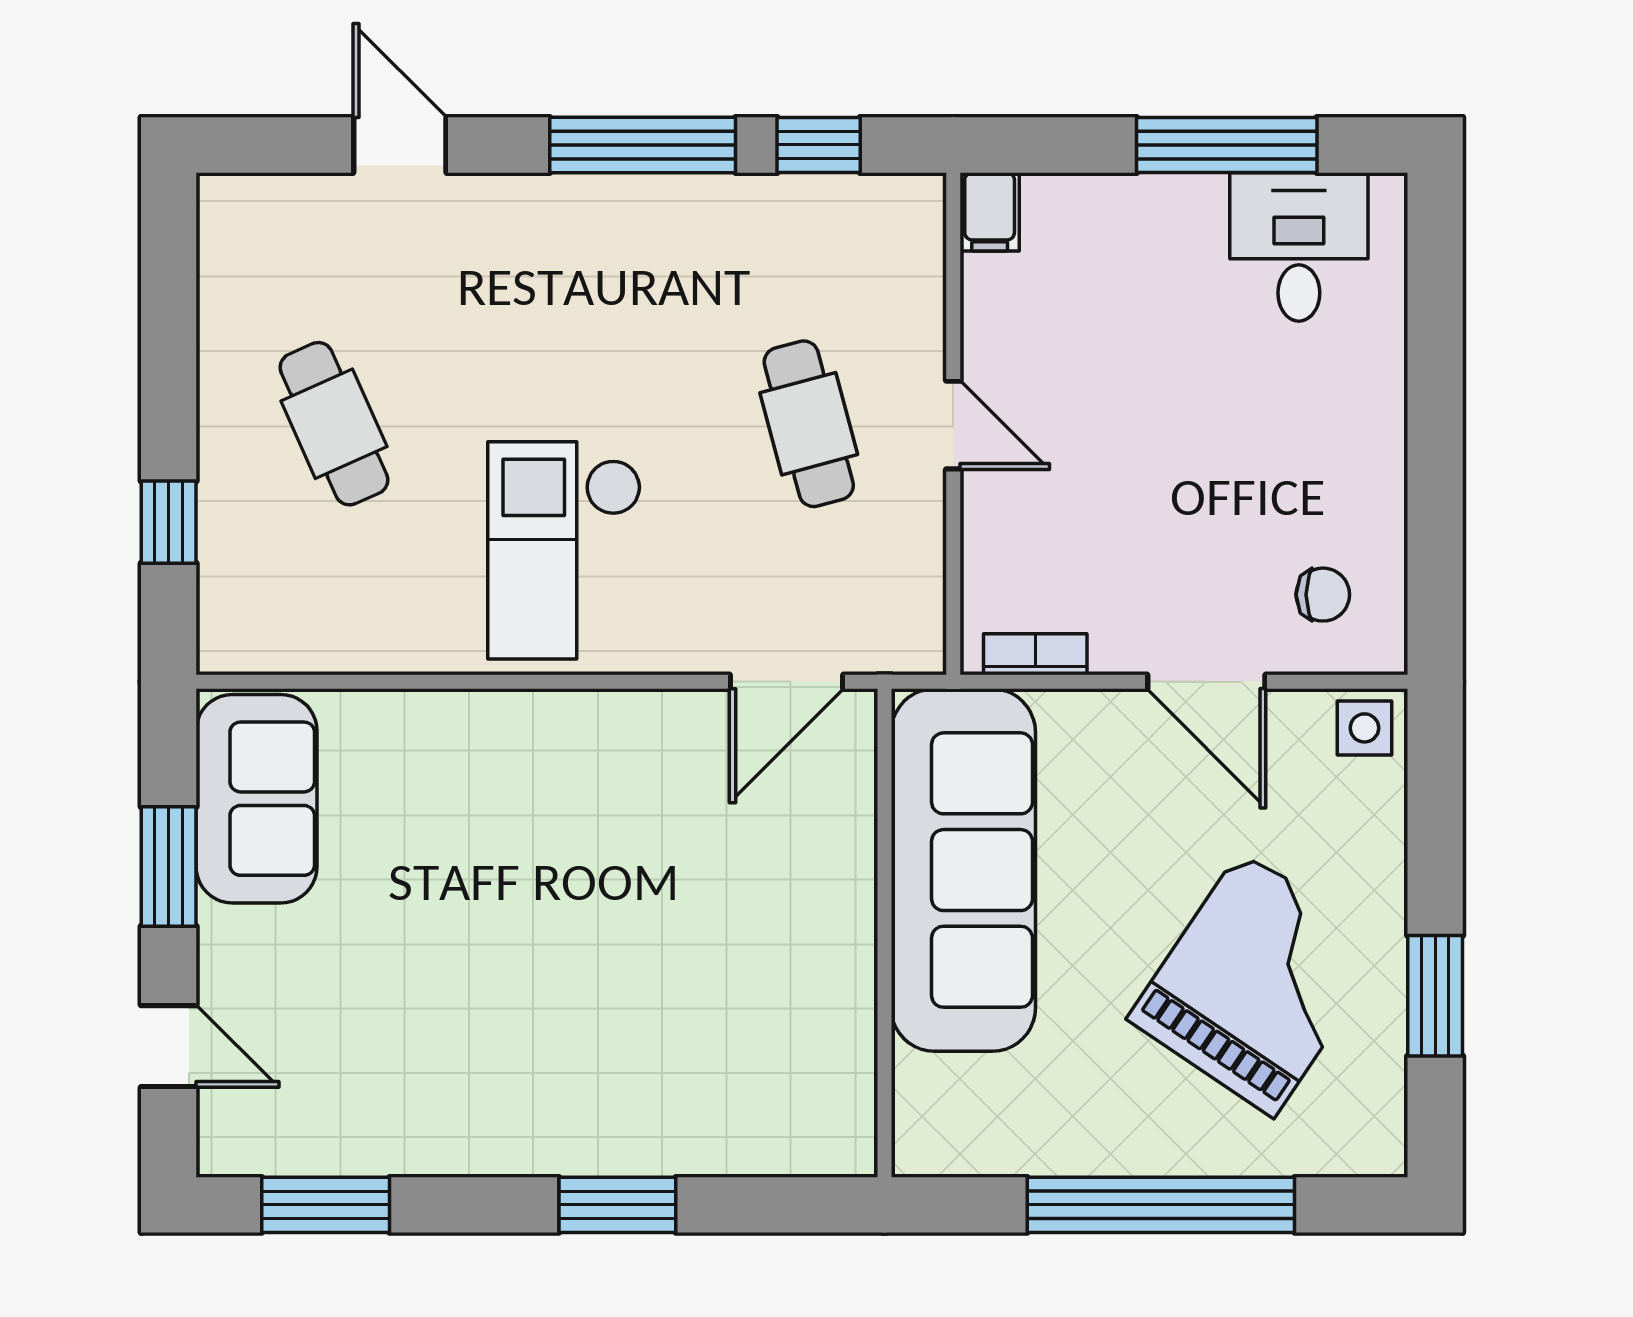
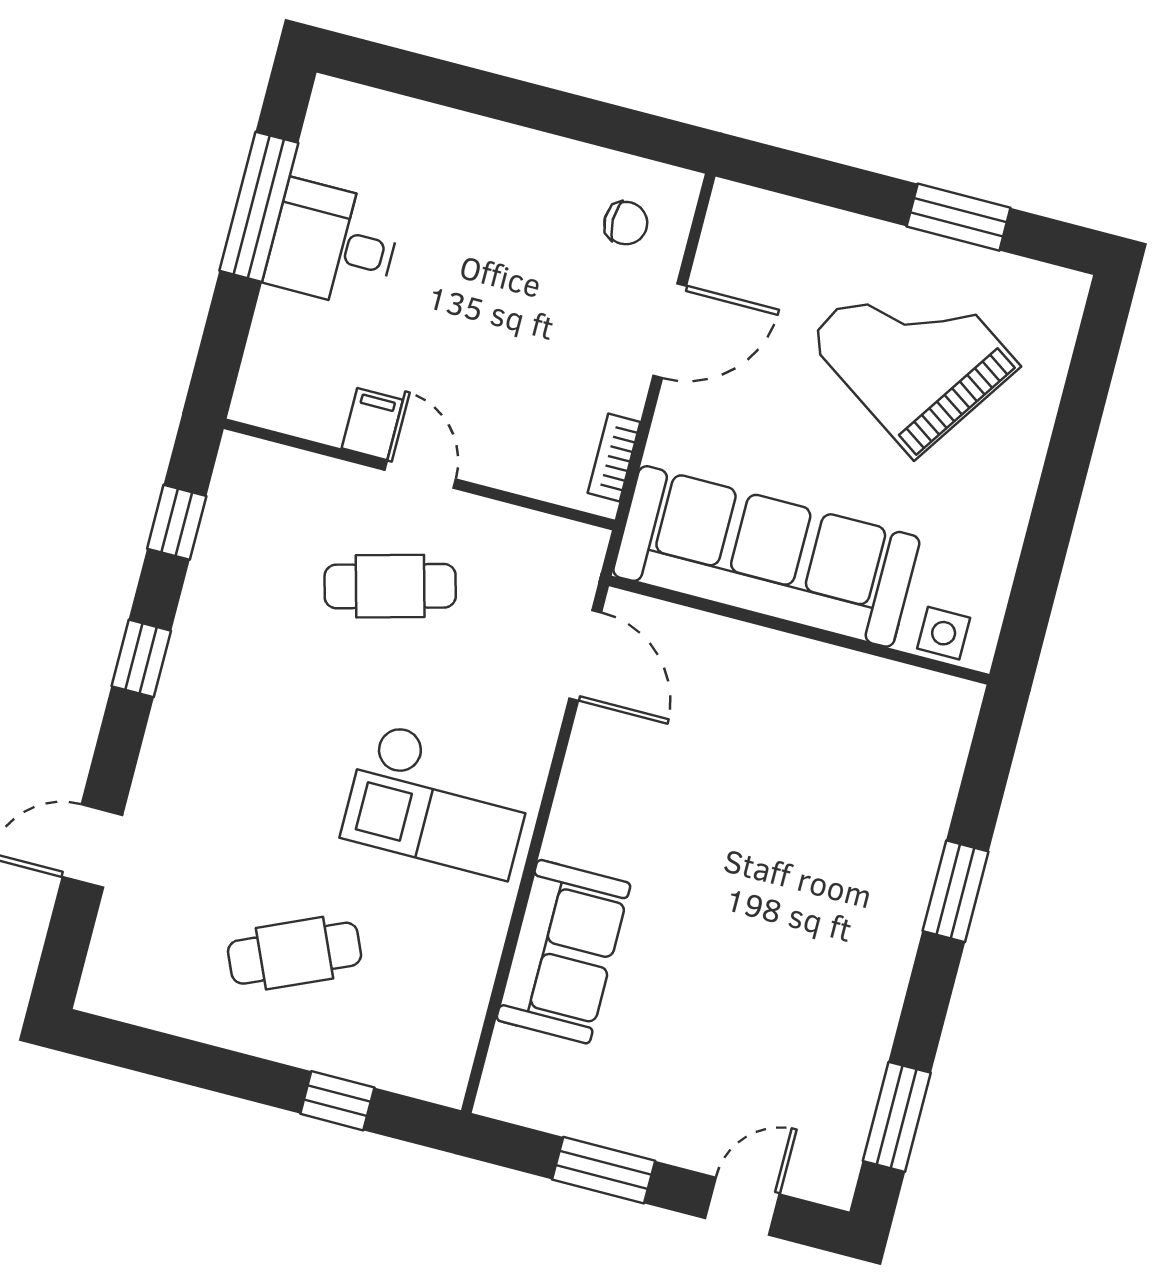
window: (643, 145) -> (141, 658), width x0.46
filing cabinet: (990, 212) -> (372, 424), moved, turned -90
desk: (1299, 247) -> (333, 244), moved
door: (953, 425) -> (420, 475), hinge flipped
chair: (1323, 595) -> (626, 223), turned 90
side table: (1364, 728) -> (944, 633), moved
sofa: (257, 799) -> (563, 952), moved, turned 90
window: (1161, 1205) -> (1065, 471), removed

